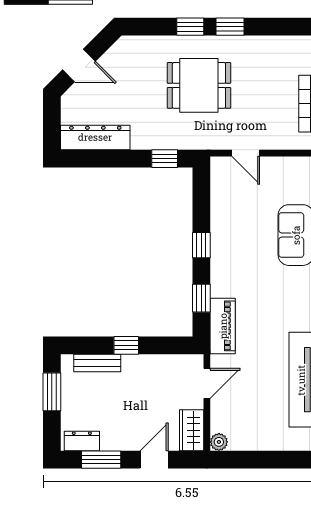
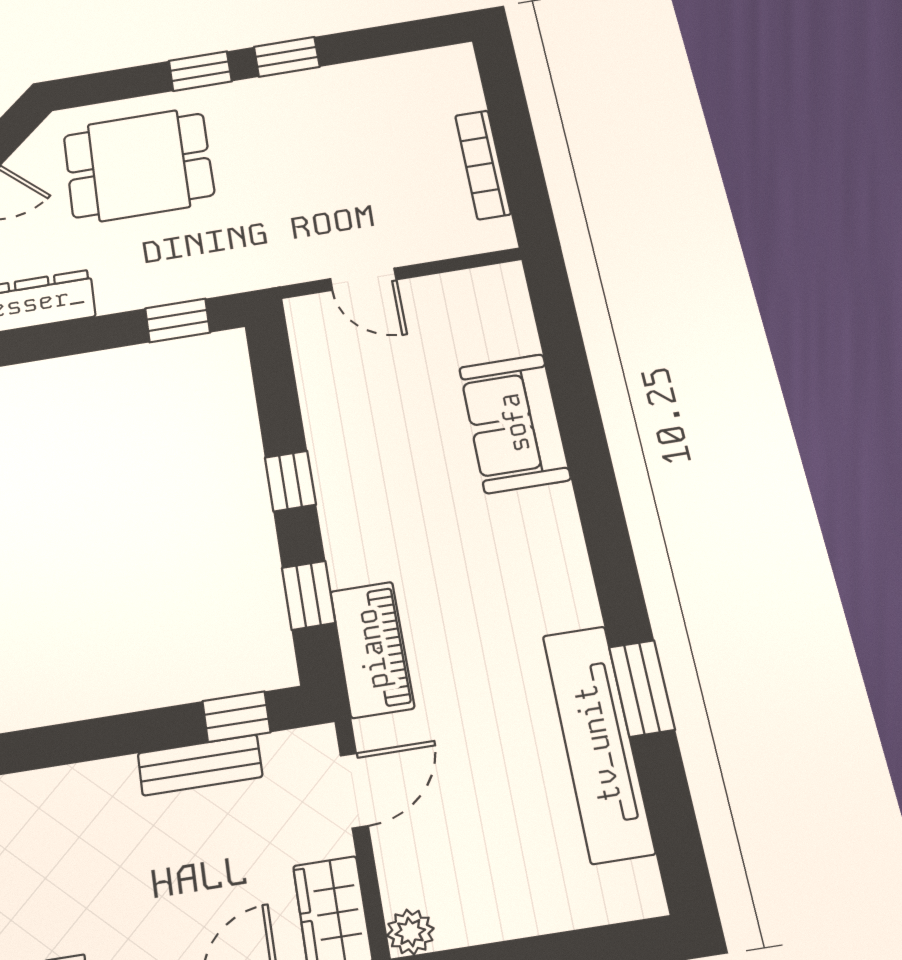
dining table: (199, 85) -> (139, 165), moved
window: (126, 345) -> (236, 717), moved
bench: (97, 363) -> (200, 765), moved

